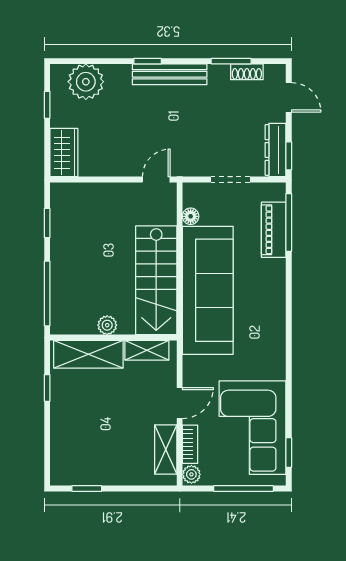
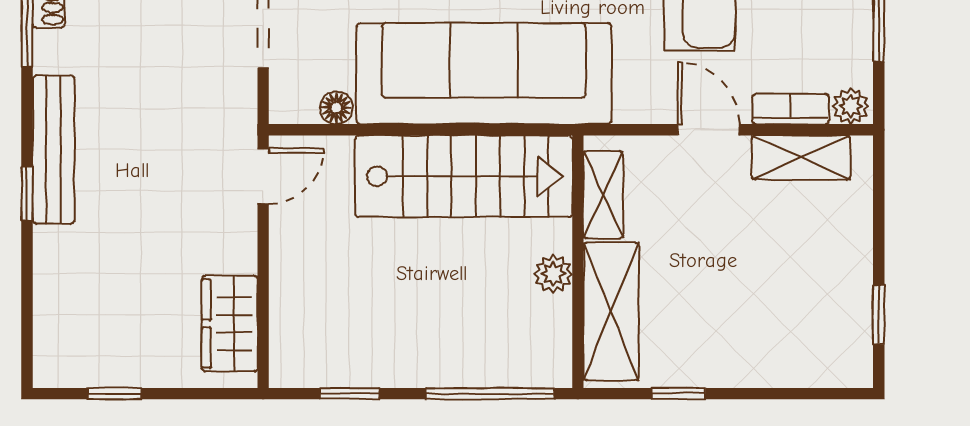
plant: (86, 82) -> (68, 316), removed
wardrobe: (64, 153) -> (230, 324), moved, turned -90
door: (156, 180) -> (263, 176), swing flipped

